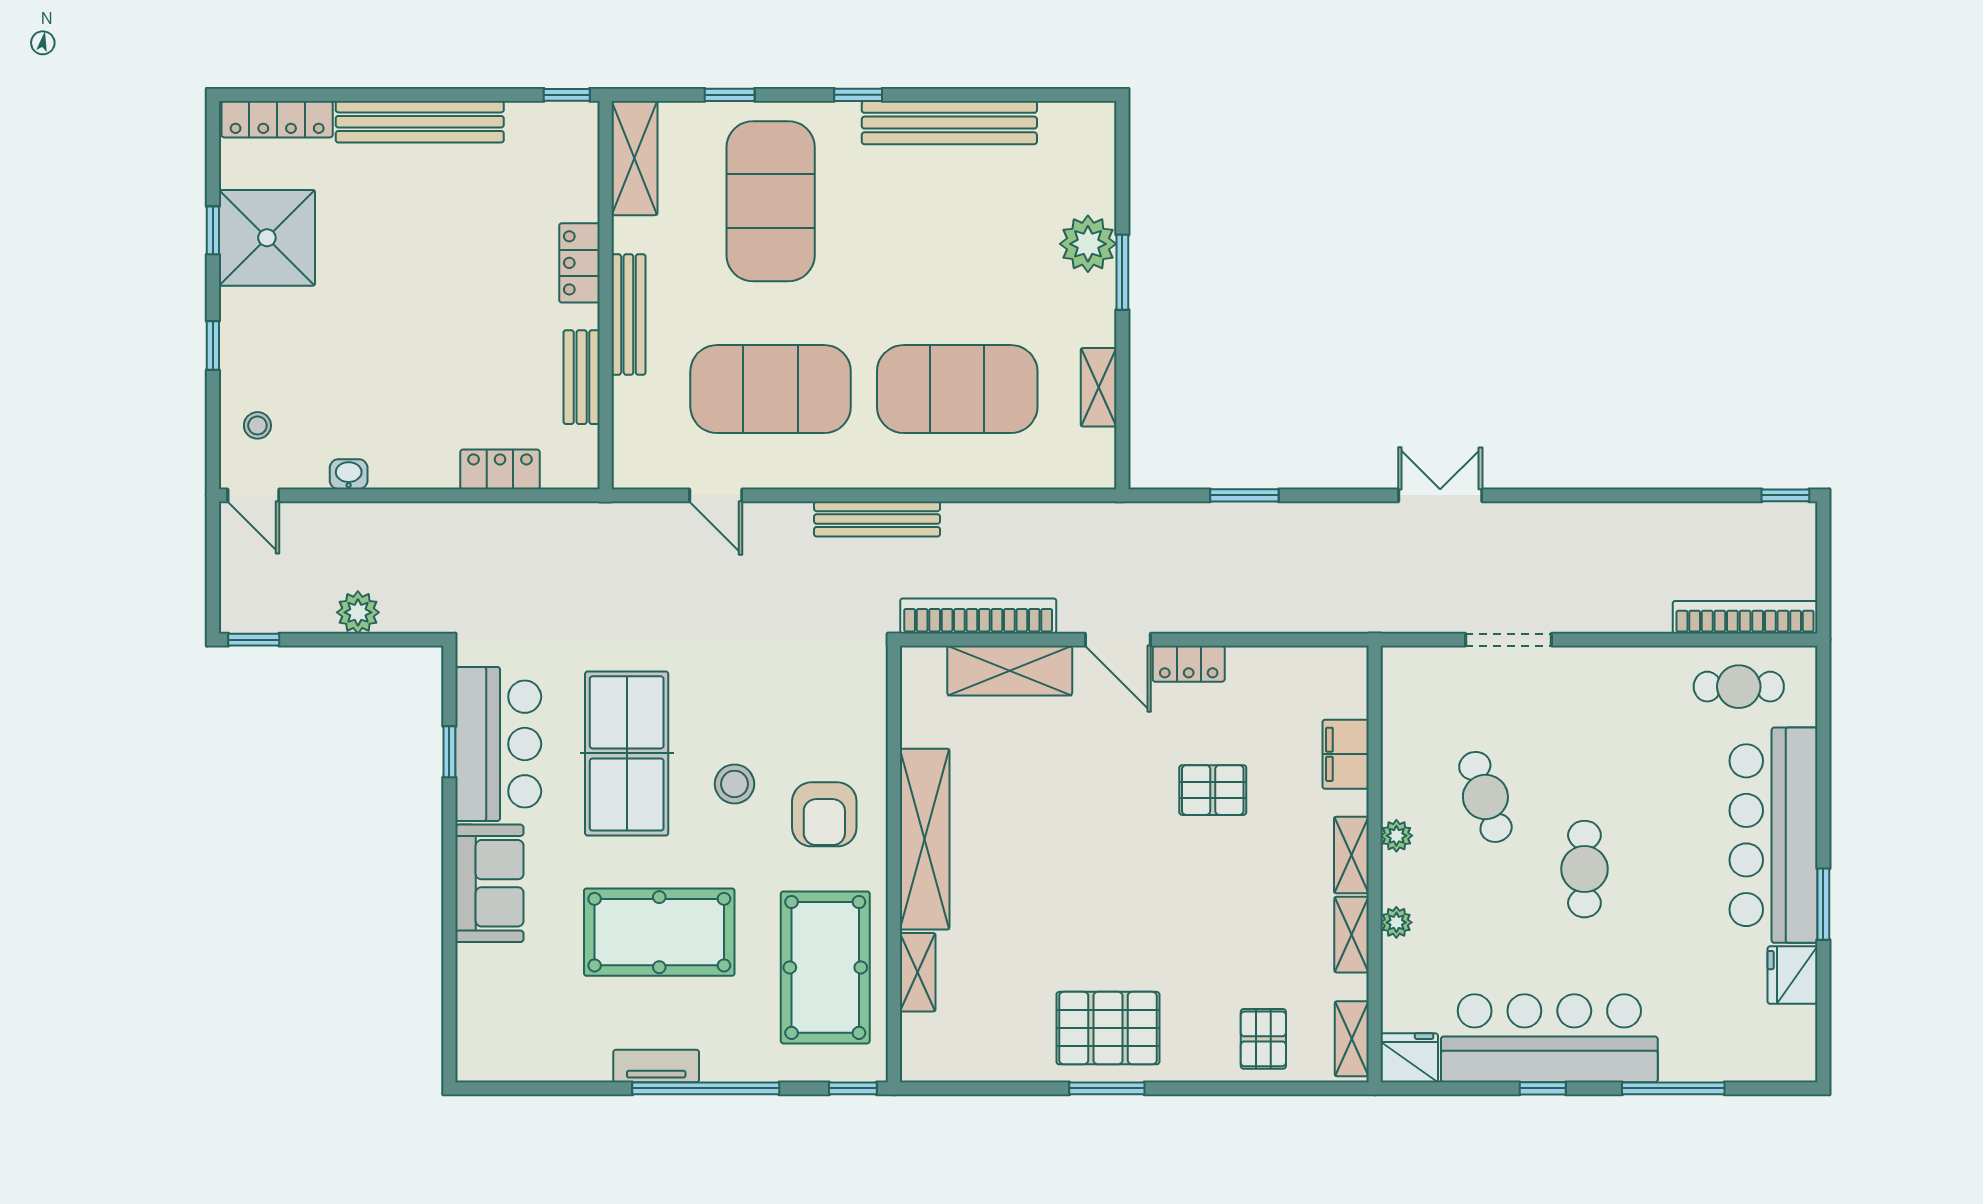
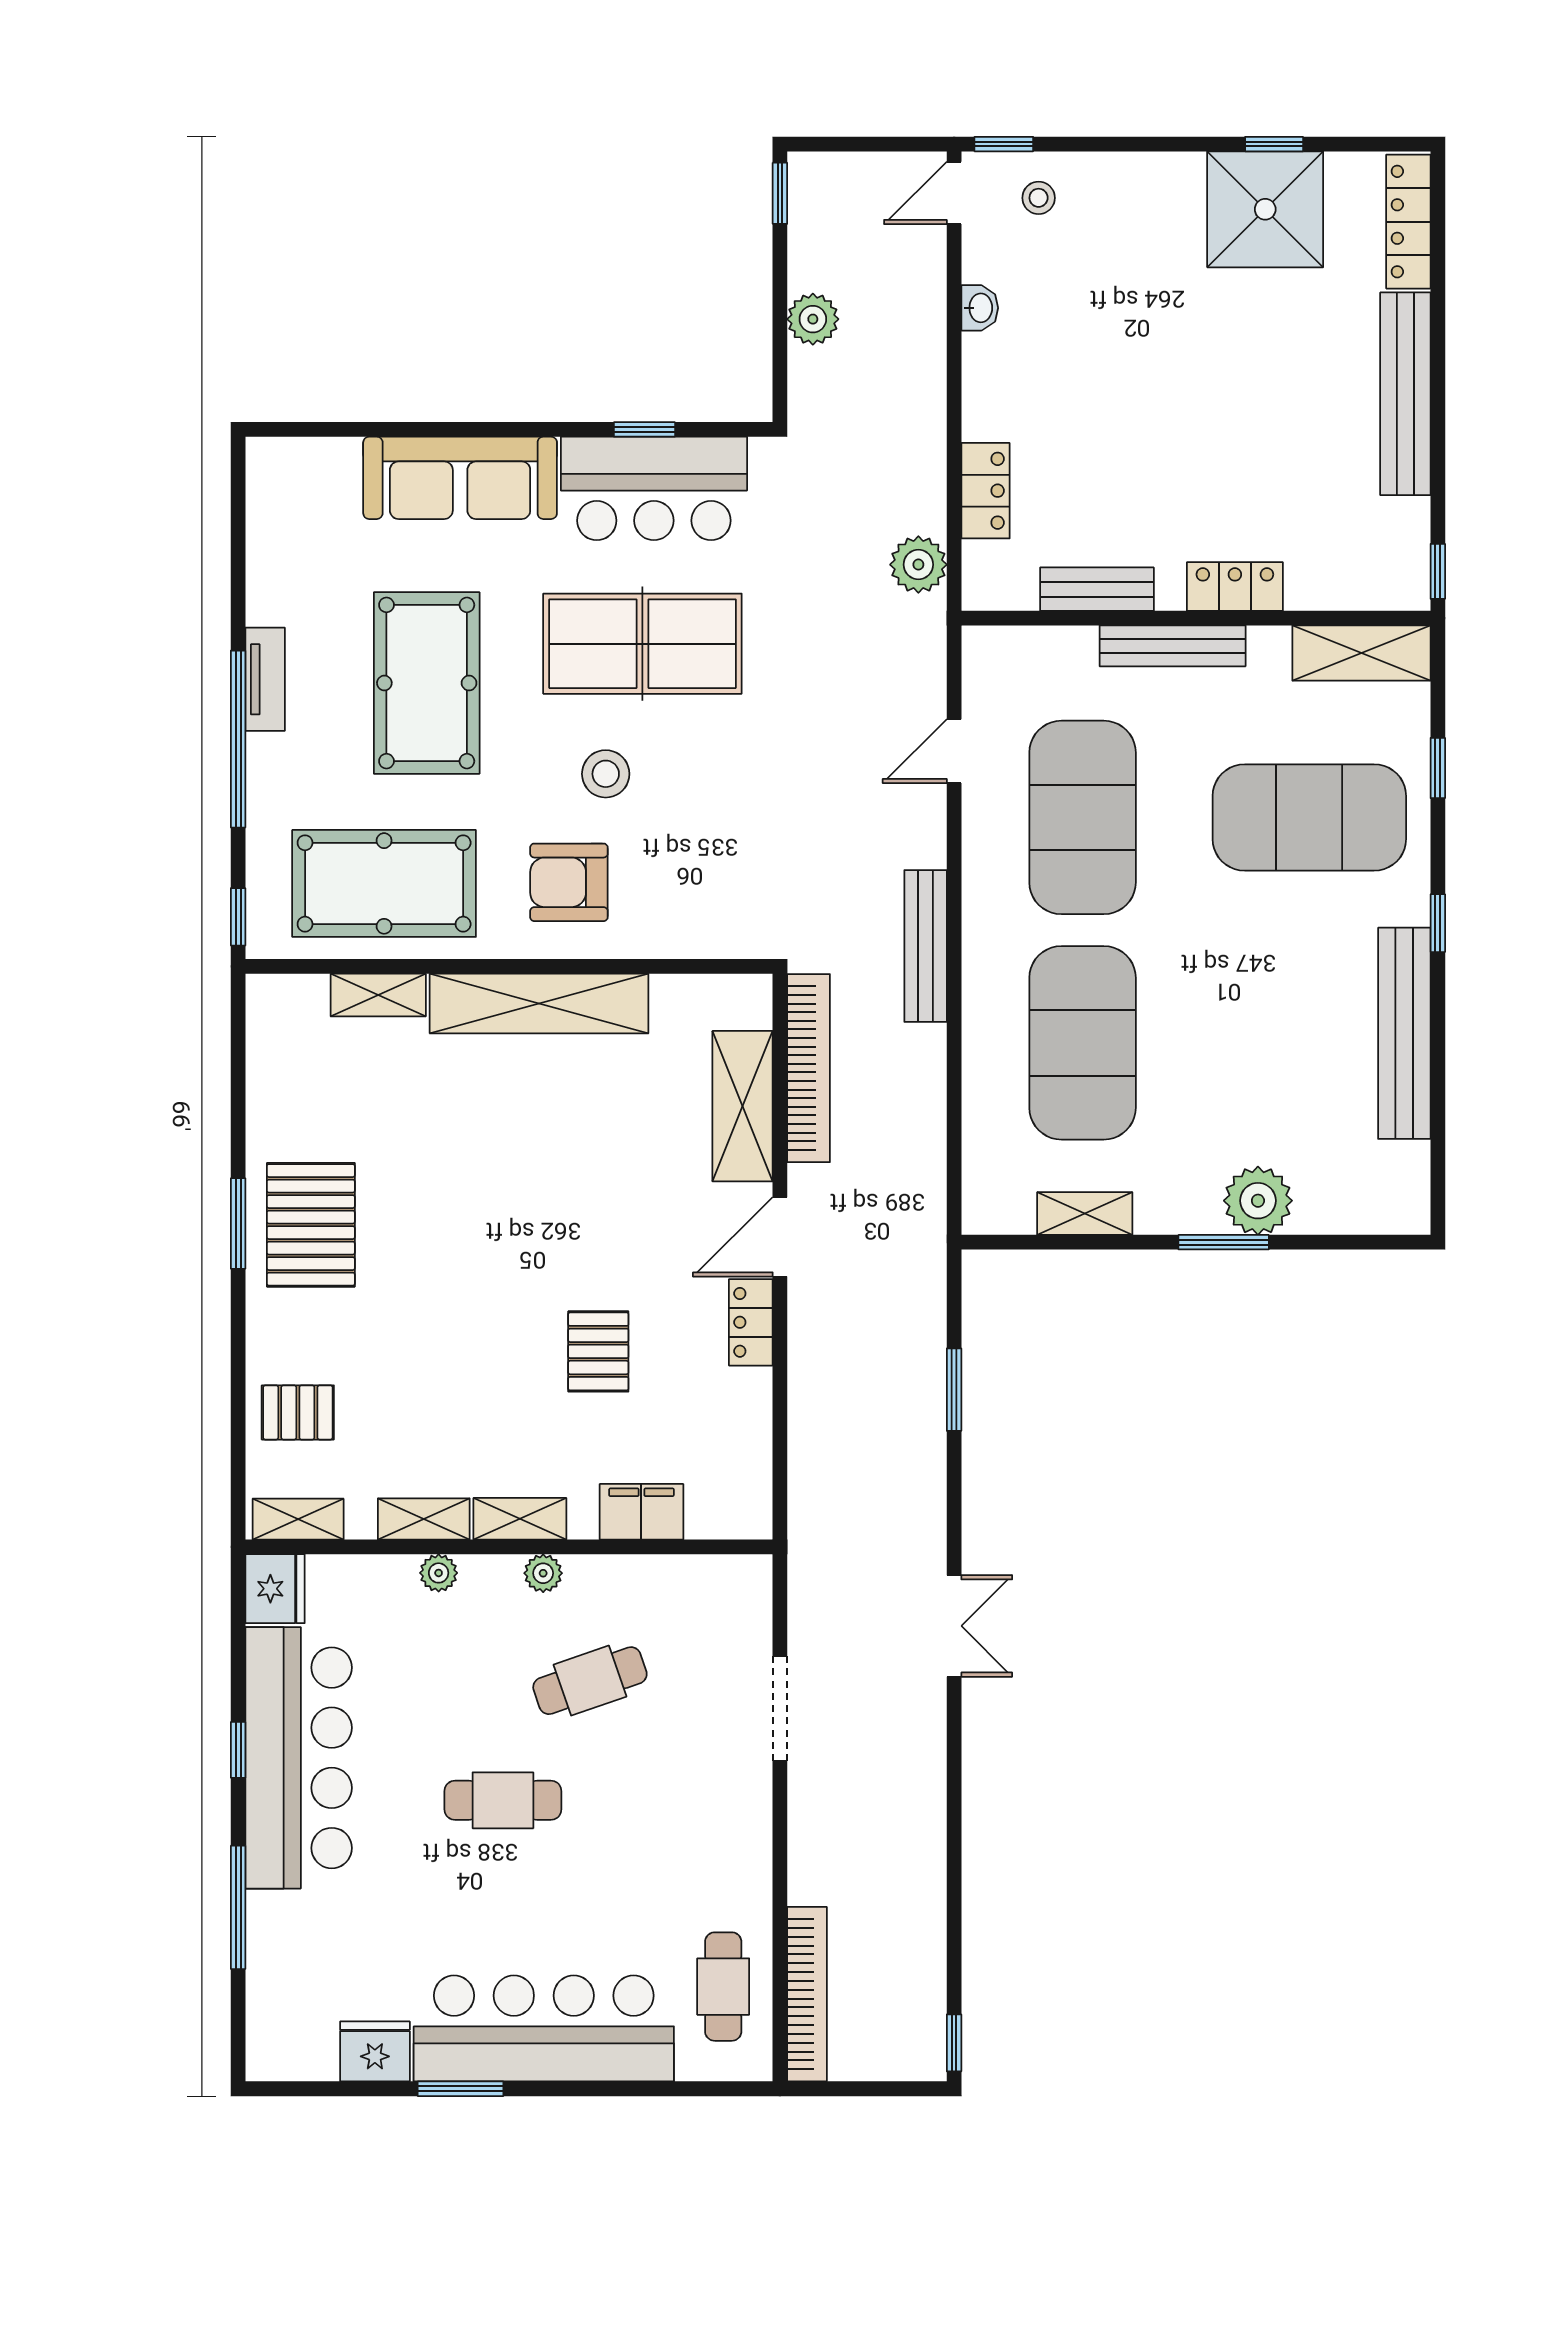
window: (213, 346) -> (1004, 144), moved
plant: (561, 525) -> (918, 565), added
sofa: (489, 883) -> (460, 478), width x1.36

